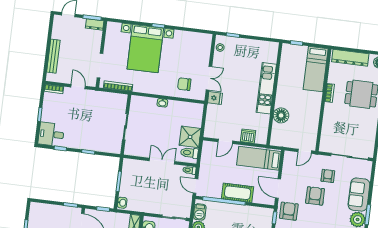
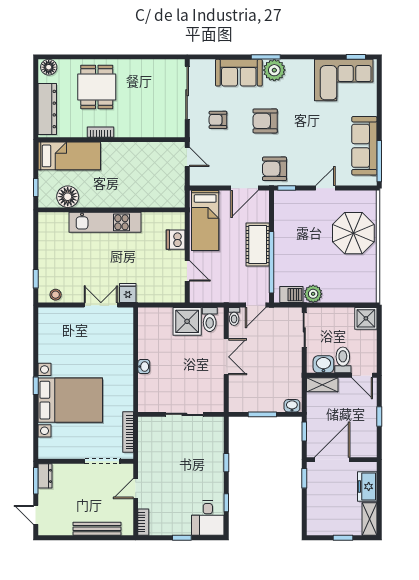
chair: (184, 84) -> (114, 339), removed
floor lamp: (281, 115) -> (68, 197), moved
double door: (162, 161) -> (226, 357), swing flipped
armchair: (315, 196) -> (265, 121), moved

